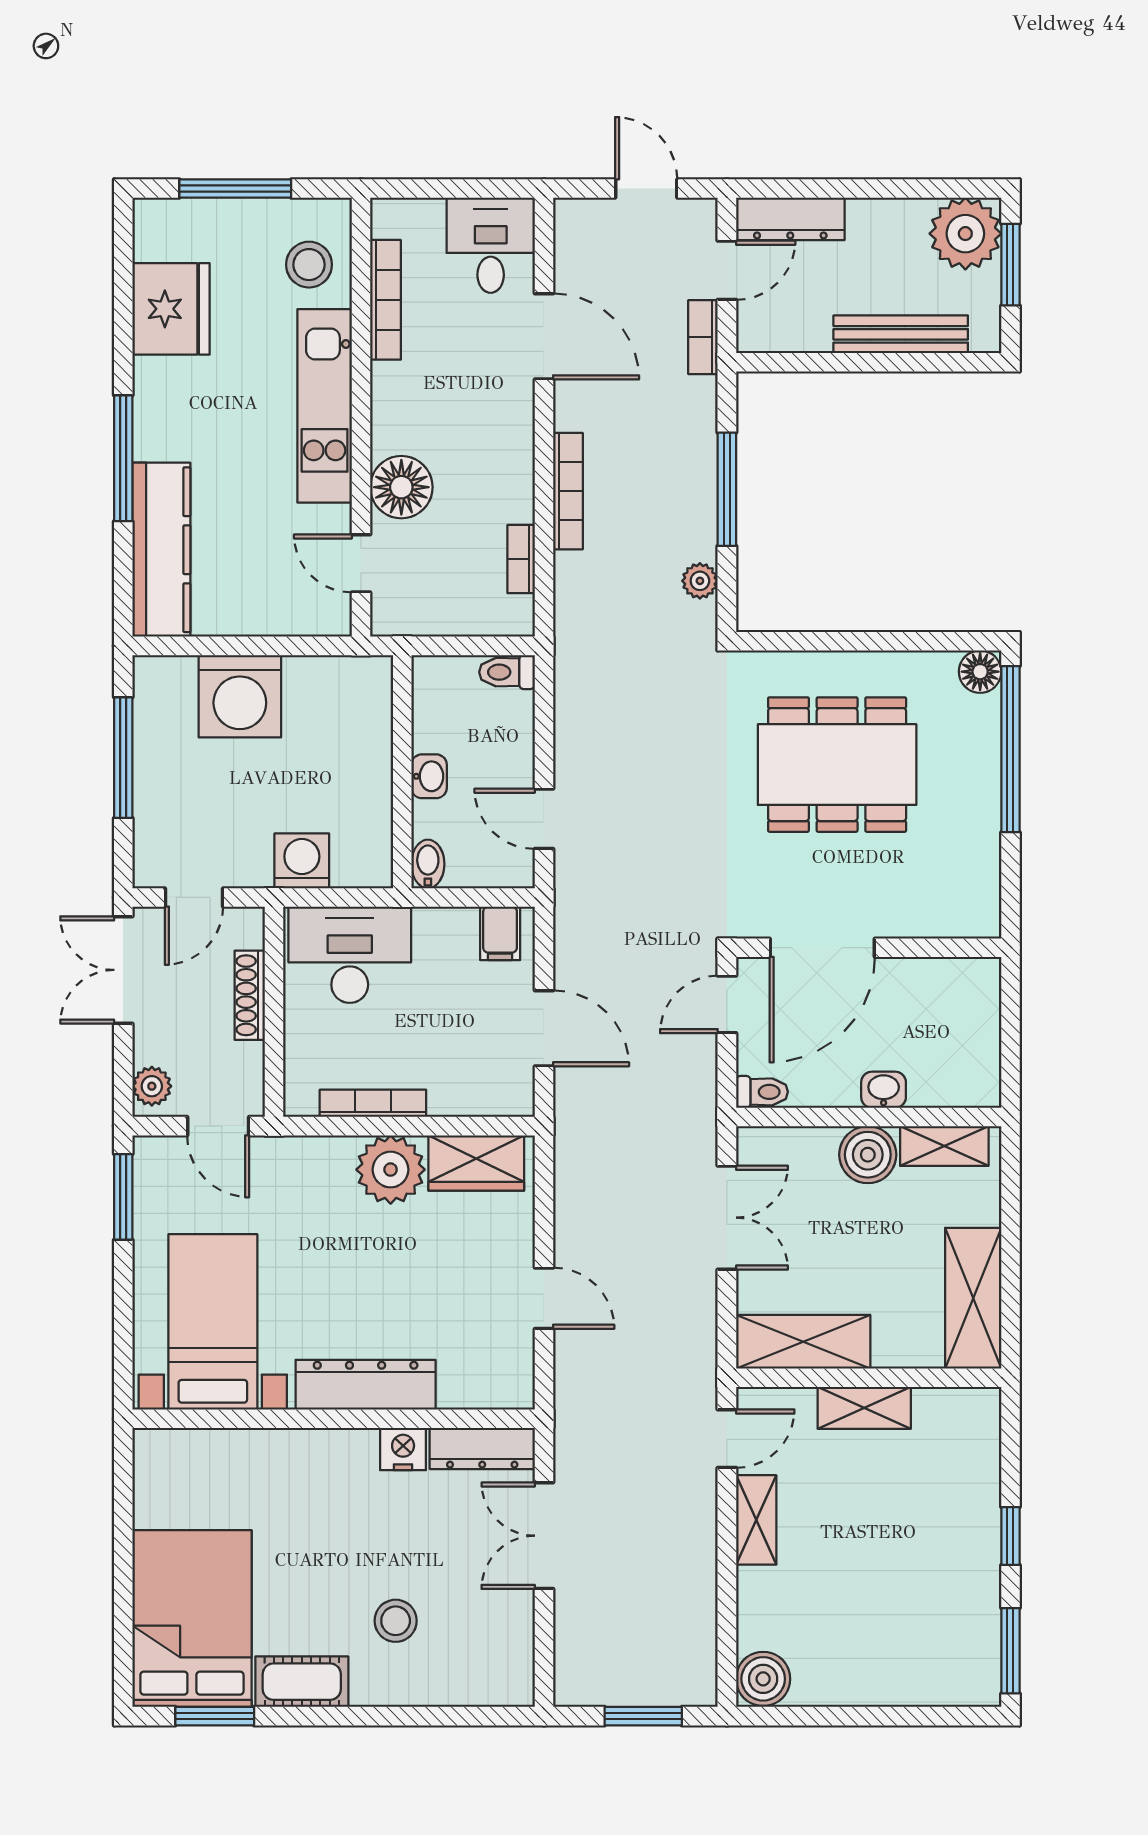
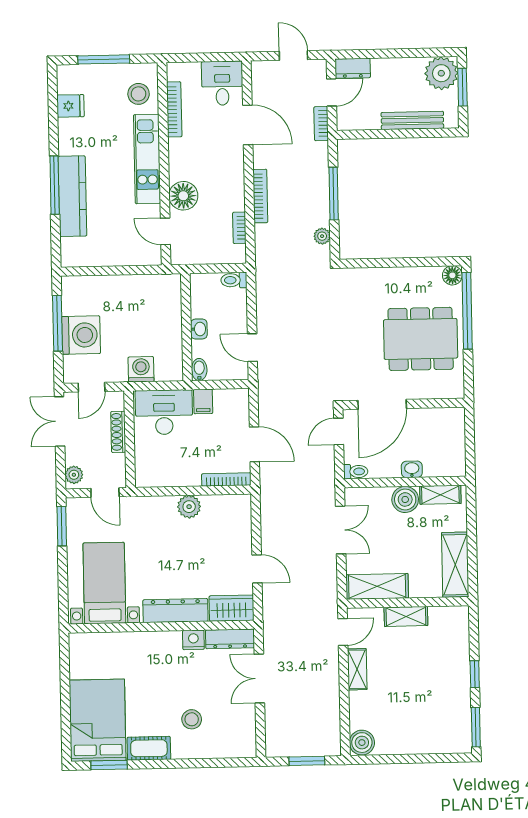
dresser: (790, 219) -> (353, 68), width x0.70
fridge: (171, 309) -> (70, 106), width x0.53, depth x0.75
kitchen counter: (161, 550) -> (72, 196), moved
washing machine: (240, 696) -> (81, 335), moved, turned -90
dining table: (837, 765) -> (421, 339), moved
filing cabinet: (500, 933) -> (203, 401), moved
bookcase: (373, 1103) -> (226, 480), moved
wardrobe: (476, 1163) -> (232, 608), moved, turned 180
plant: (391, 1170) -> (189, 507), width x0.73, depth x0.73

